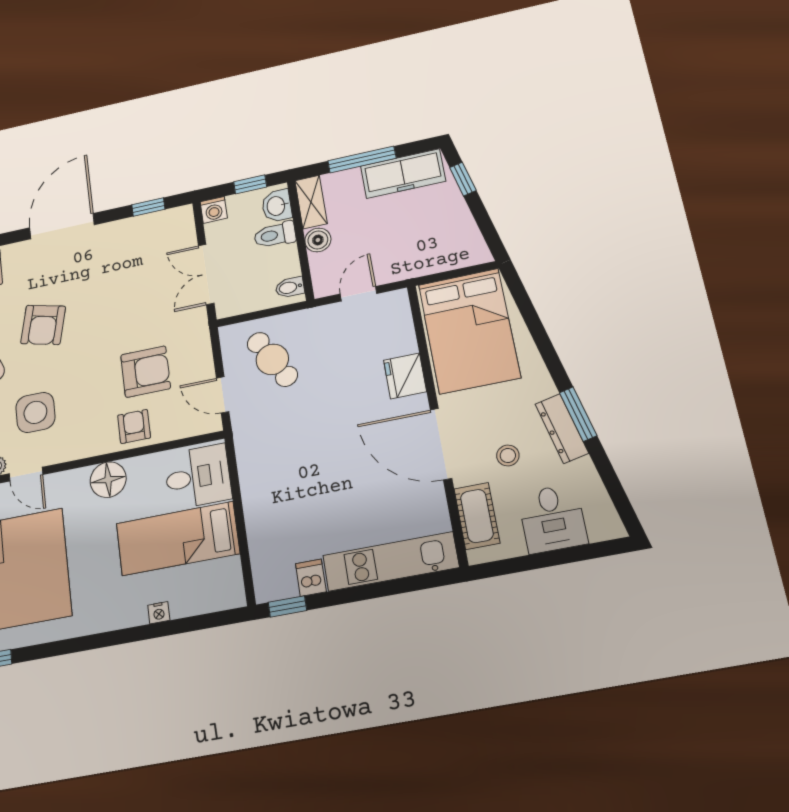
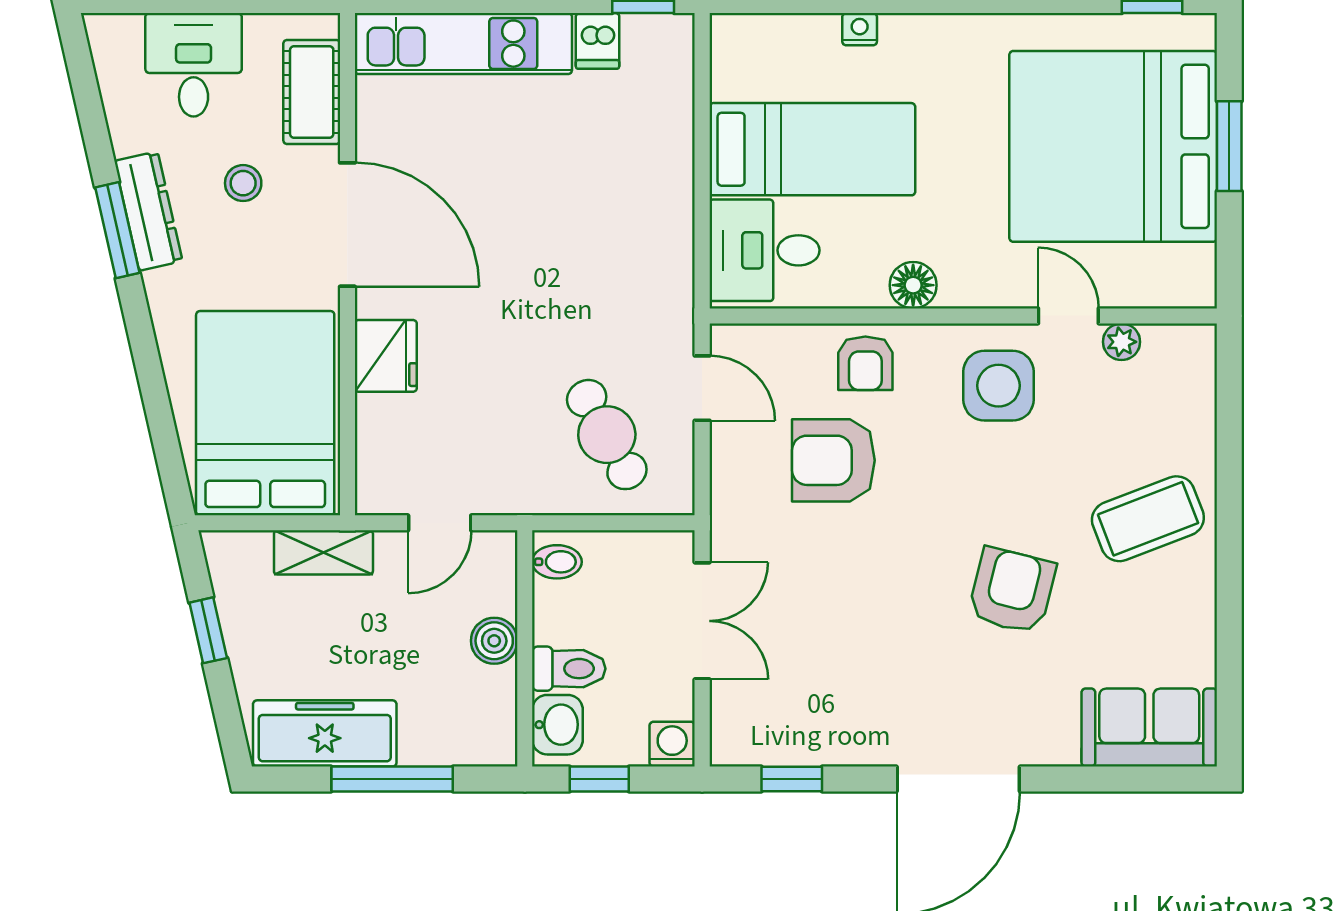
window: (463, 179) -> (208, 630), moved
shelving: (311, 202) -> (323, 552), moved, turned 90
side table: (35, 412) -> (999, 386), moved
floor lamp: (108, 480) -> (913, 285), width x0.73, depth x0.73

